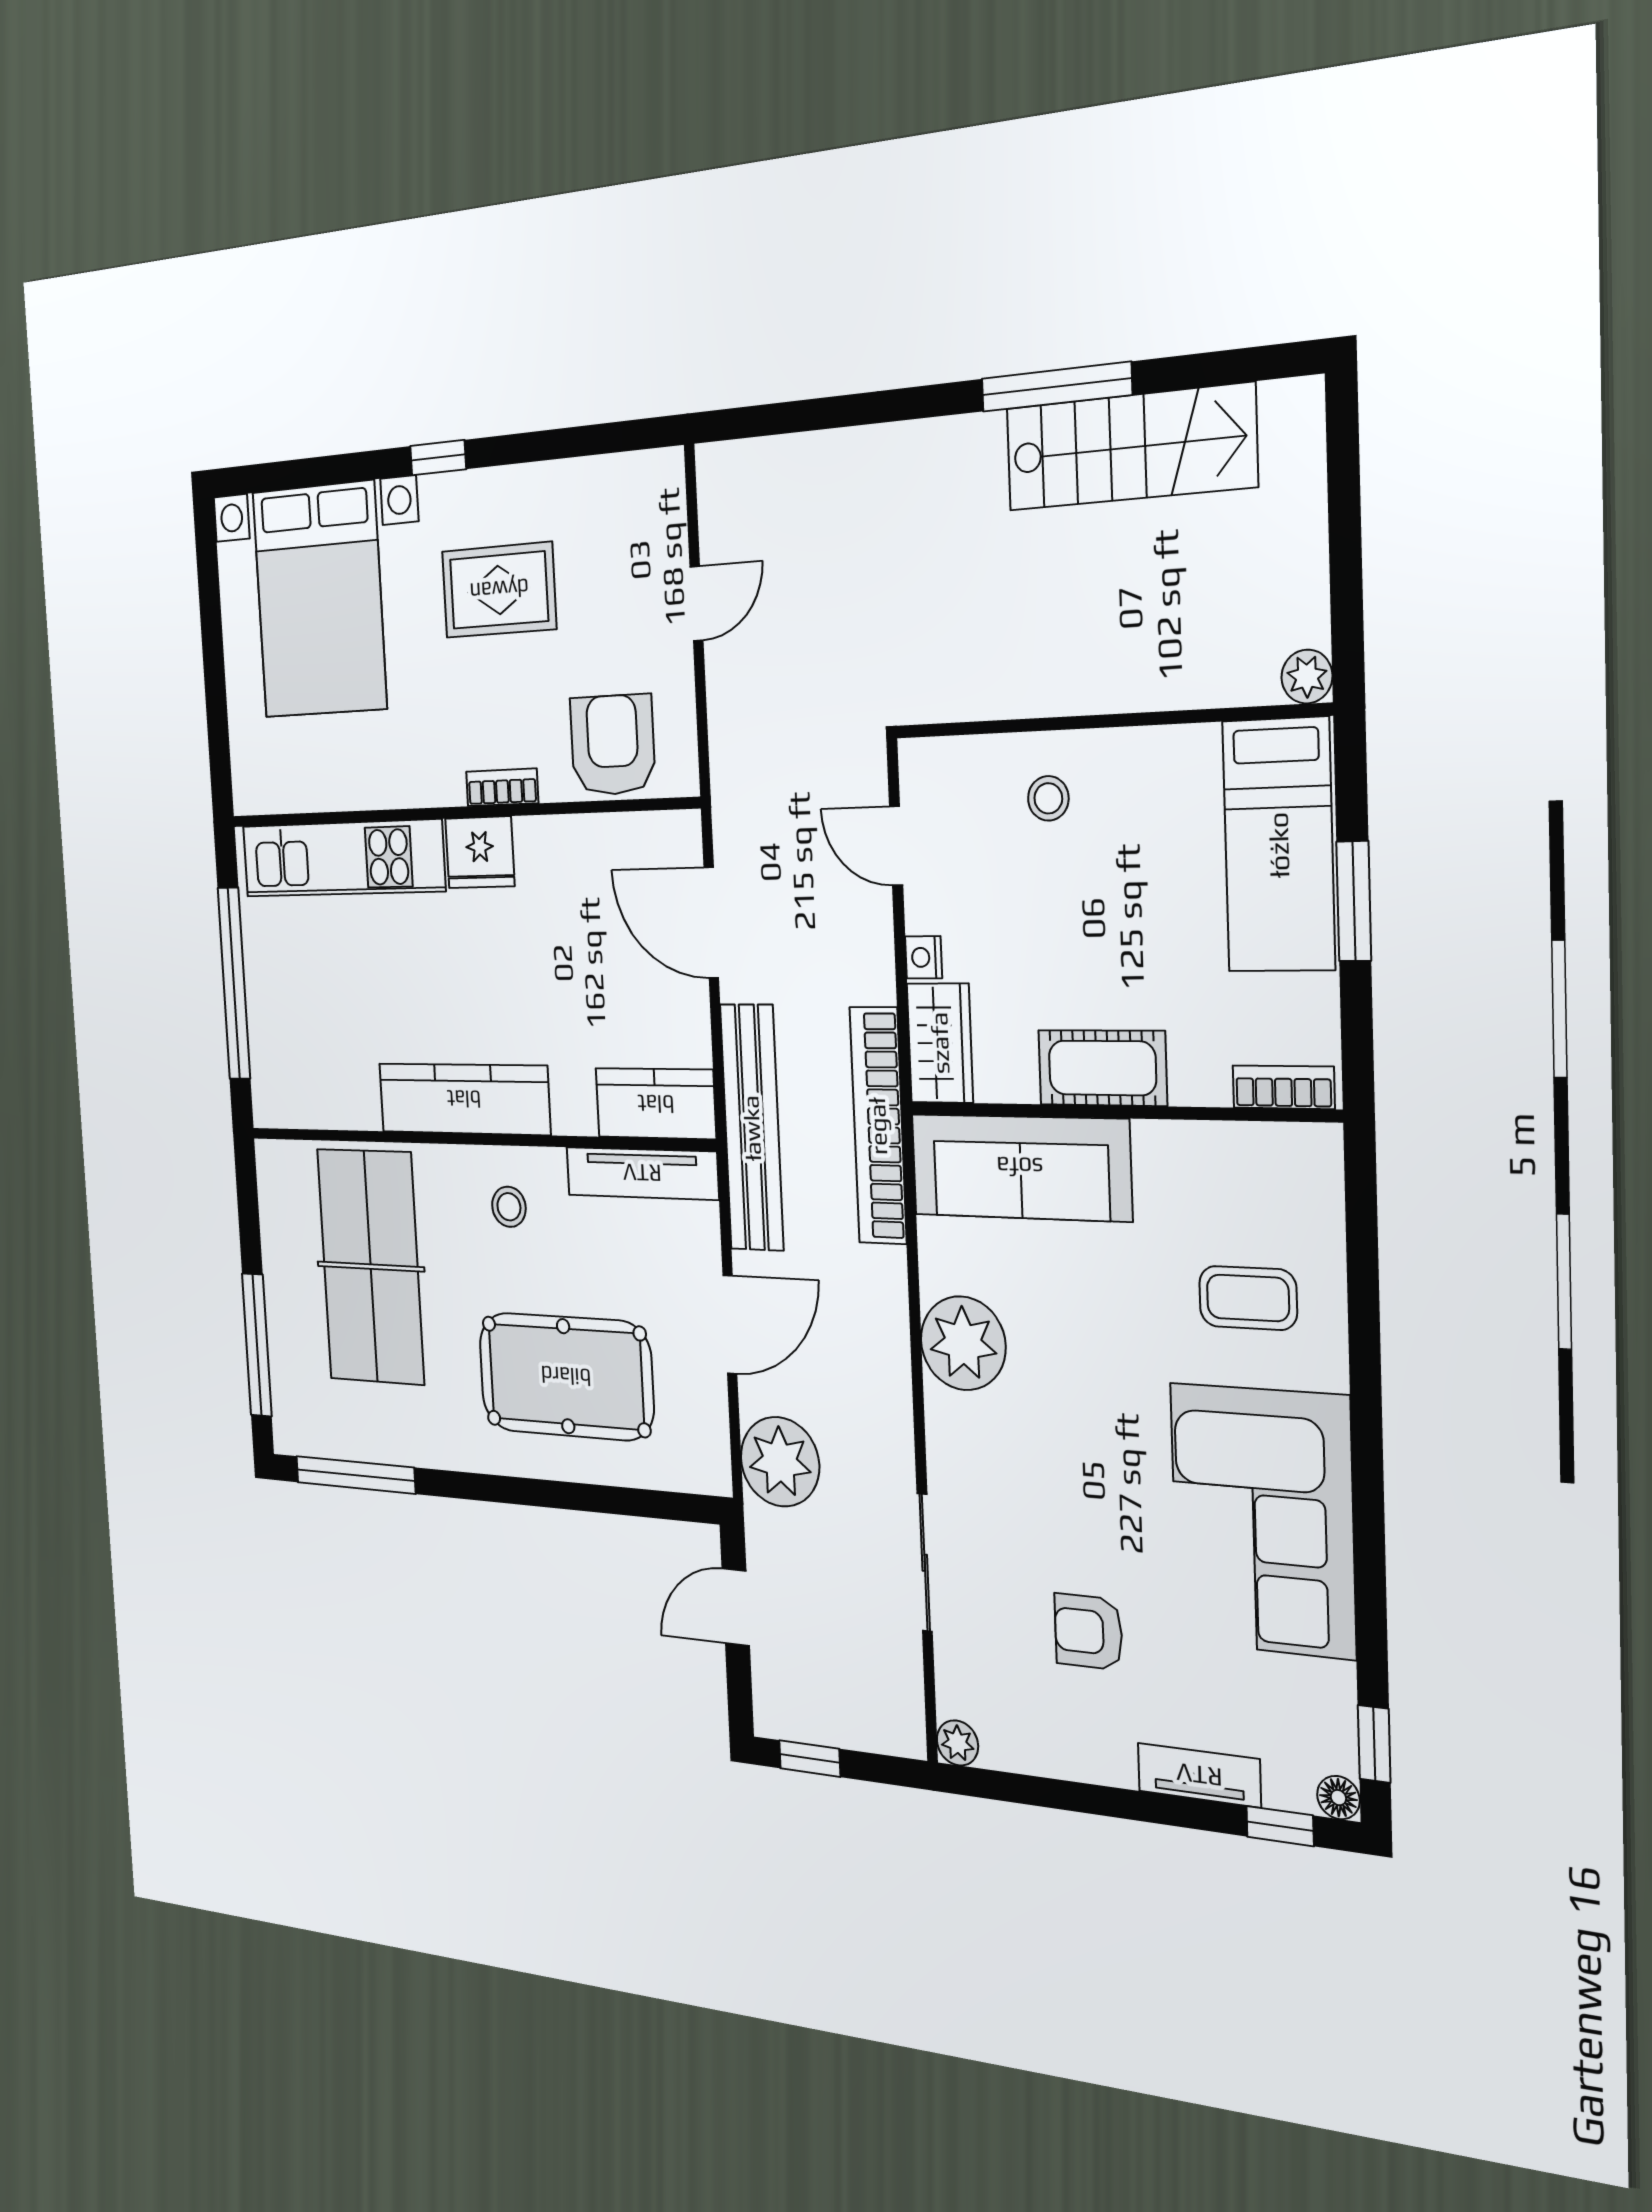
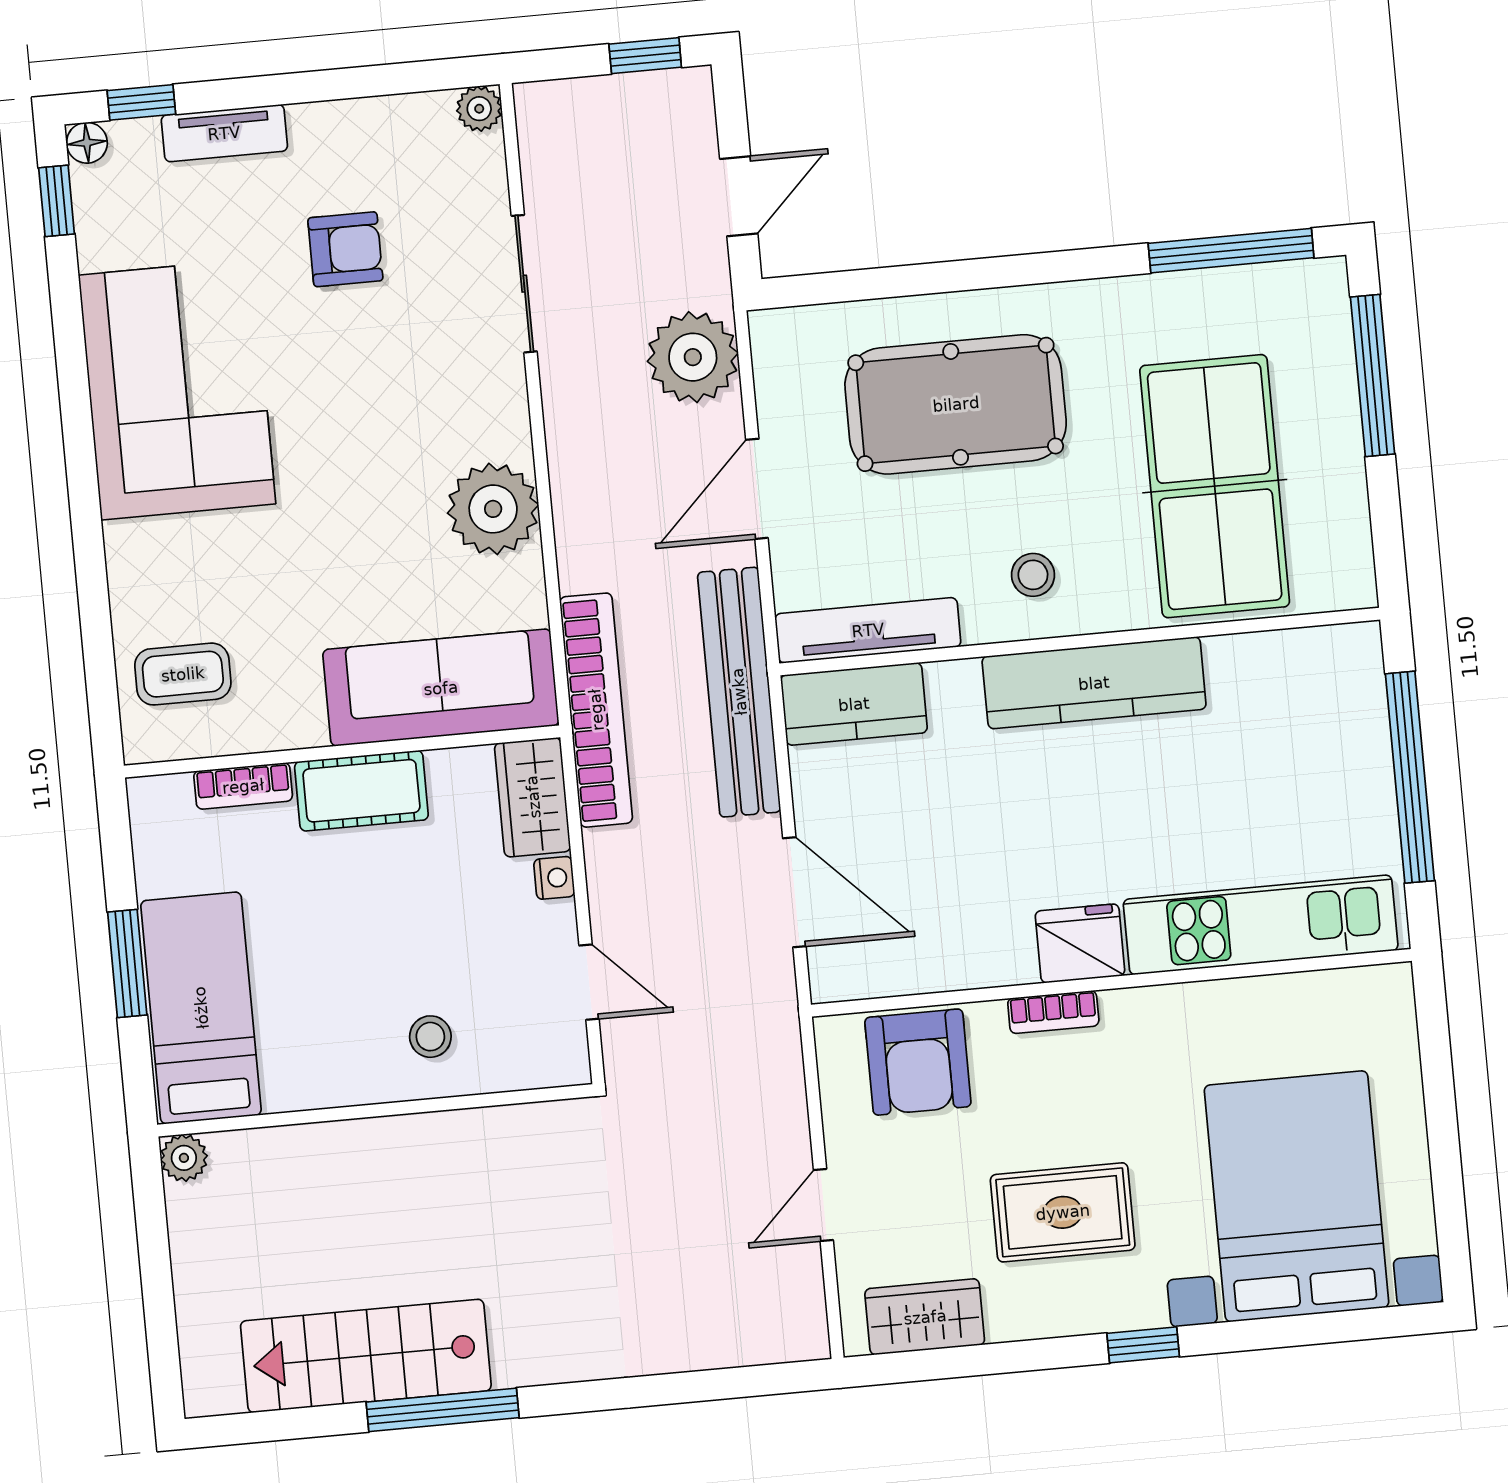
wardrobe: (614, 487) -> (925, 1317), added
bookcase: (1283, 1087) -> (243, 786), moved
coffee table: (1248, 1298) -> (183, 674), moved

